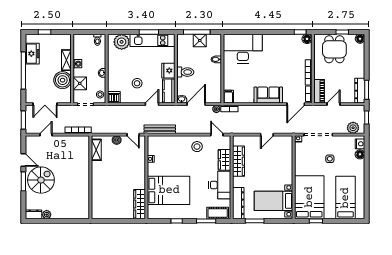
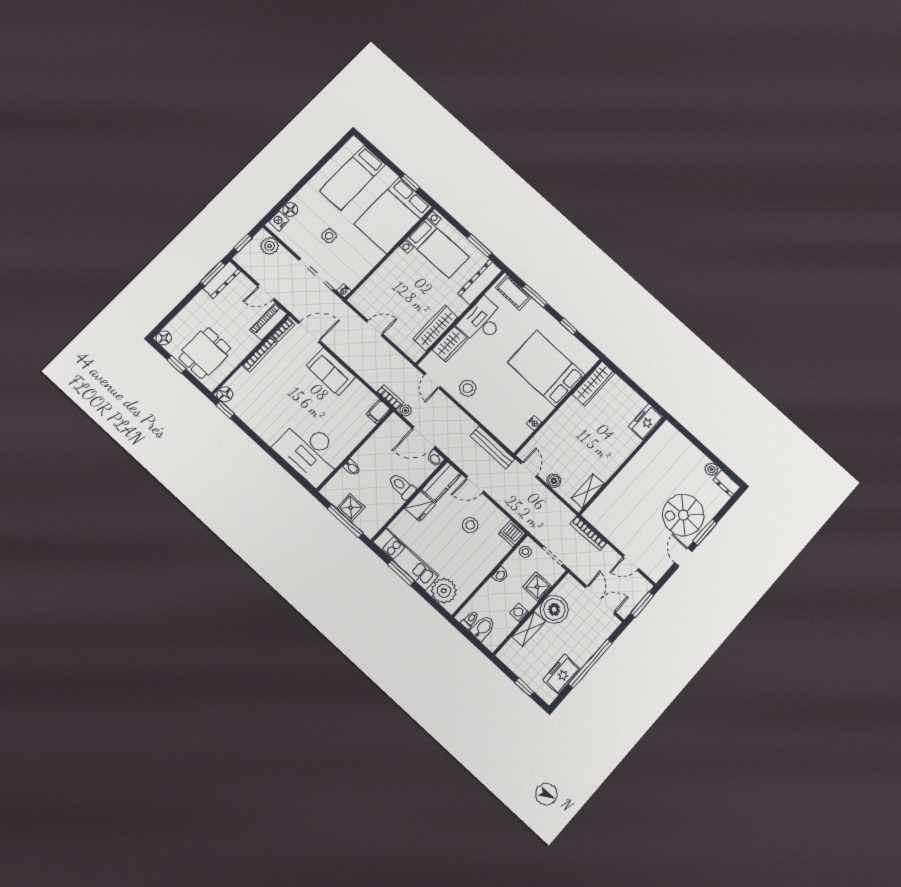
bidet: (88, 41) -> (483, 628), added
freezer: (98, 209) -> (646, 422), added

